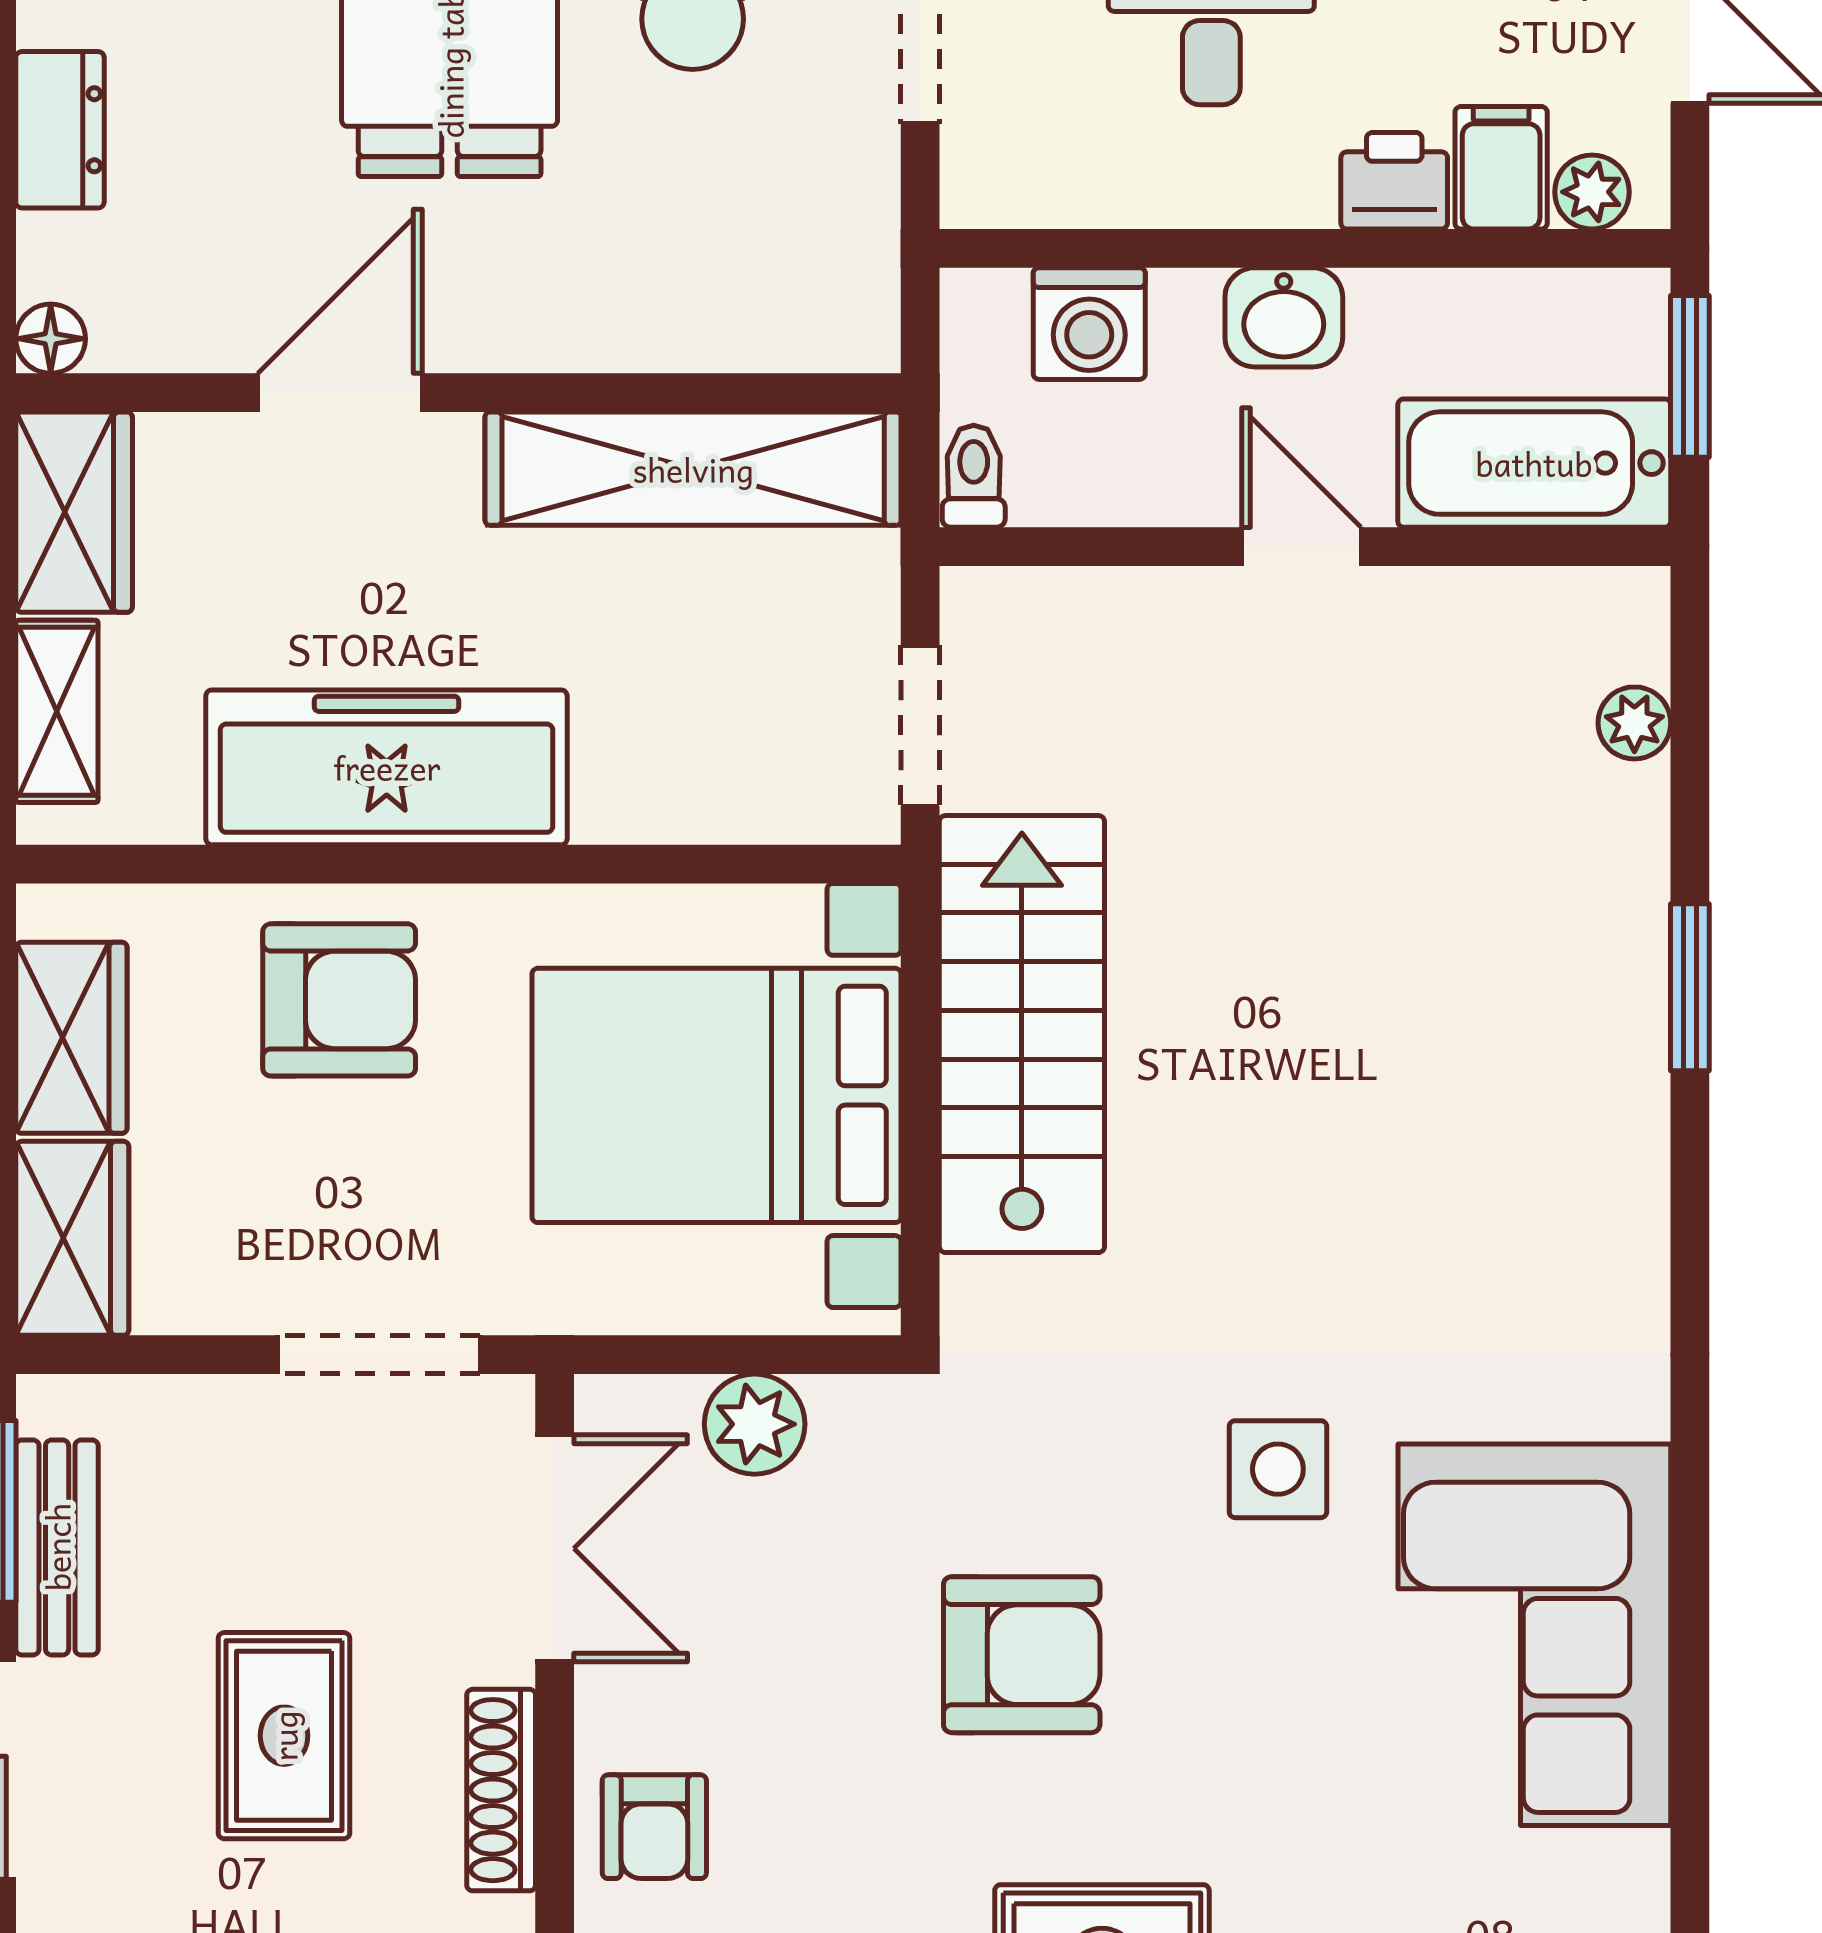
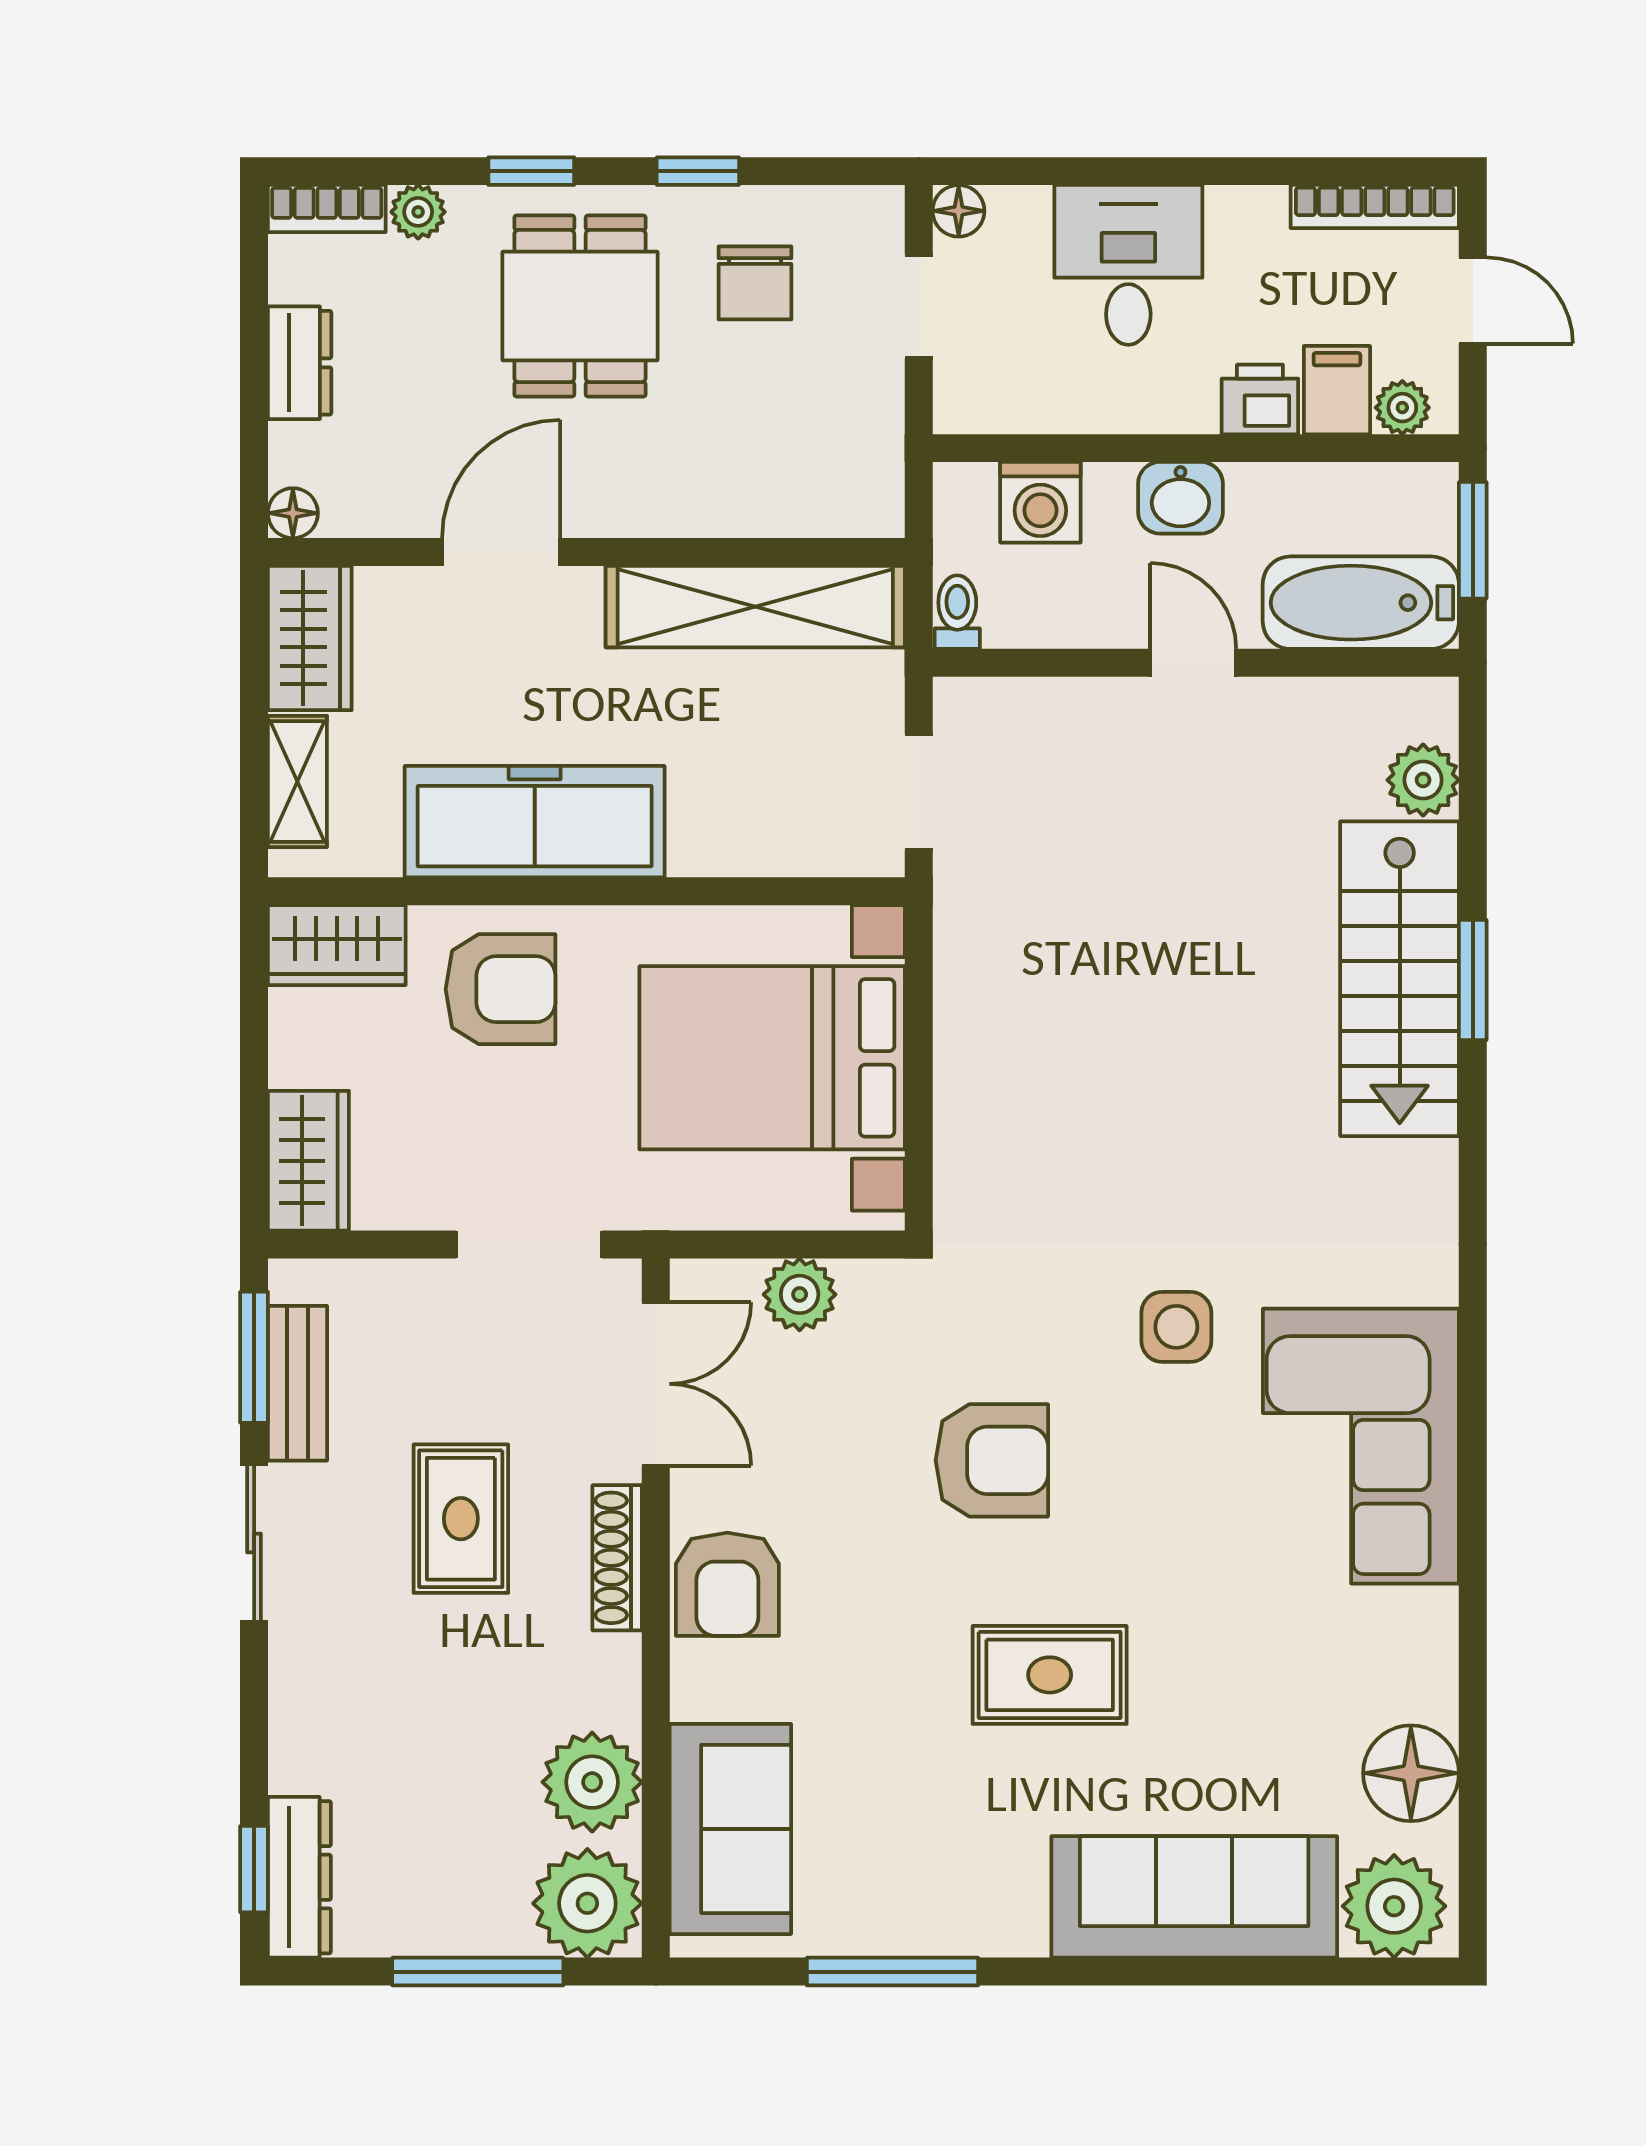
plant: (1634, 723) -> (1423, 780), width x1.38, depth x1.38
stairs: (1022, 1034) -> (1400, 979), moved, turned 180
wardrobe: (71, 1038) -> (337, 945), moved, turned 90
armchair: (654, 1827) -> (727, 1584), width x1.38, depth x1.38

